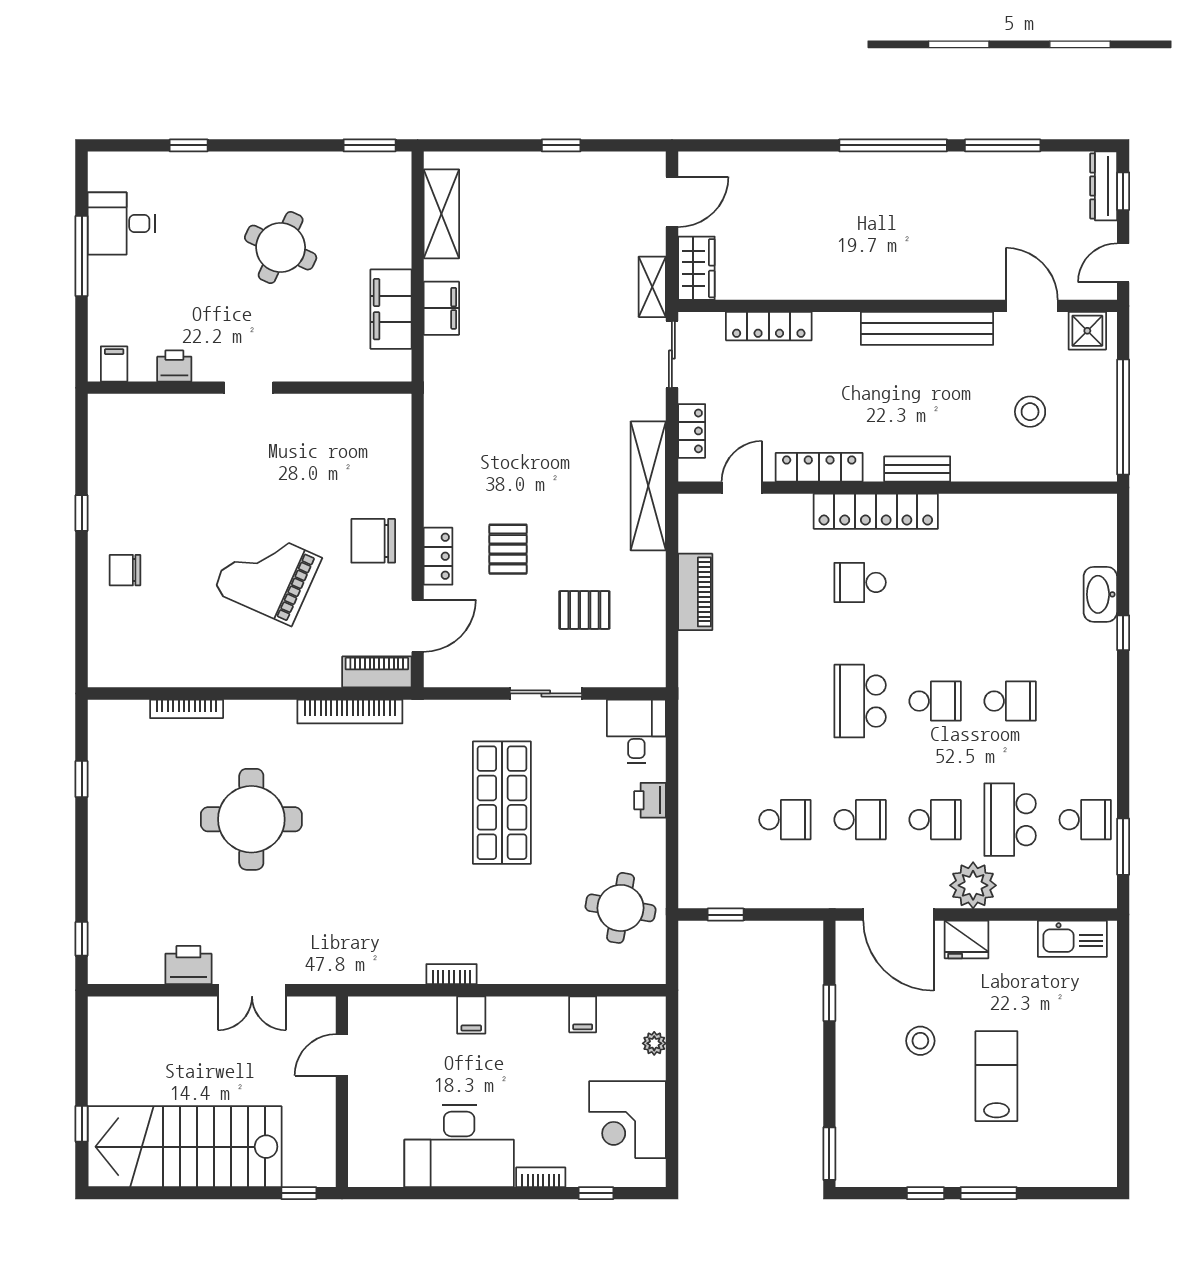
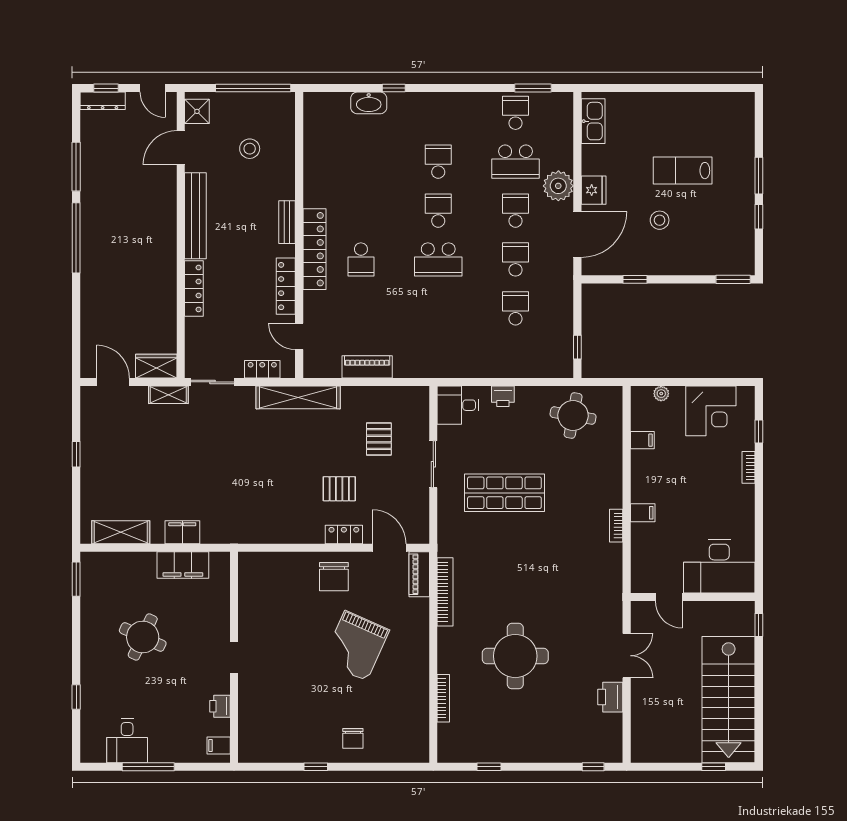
locker: (769, 326) -> (194, 288), moved
desk: (459, 1146) -> (719, 566), moved, turned 90

